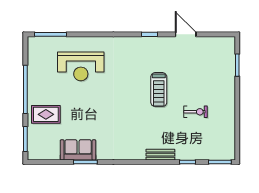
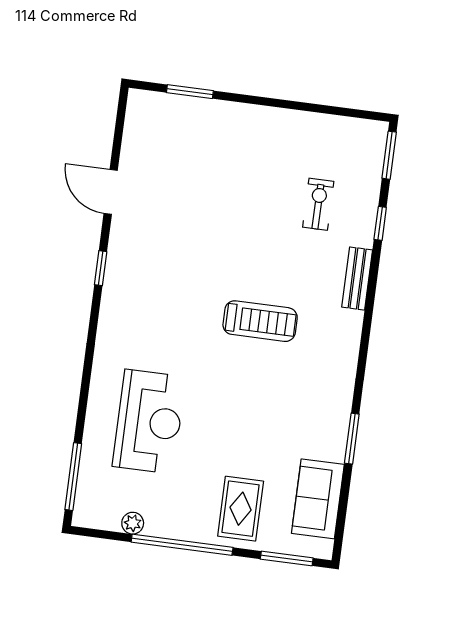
door: (186, 34) -> (111, 192), hinge flipped
plant: (32, 65) -> (133, 523), added
treadmill: (159, 90) -> (260, 321), moved
exercise bike: (196, 112) -> (318, 204), moved
sofa: (78, 150) -> (318, 499), moved

